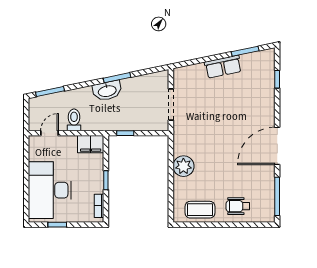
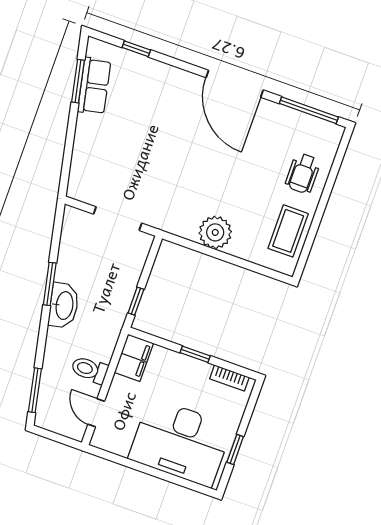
row of seats: (223, 67) -> (94, 86), moved

